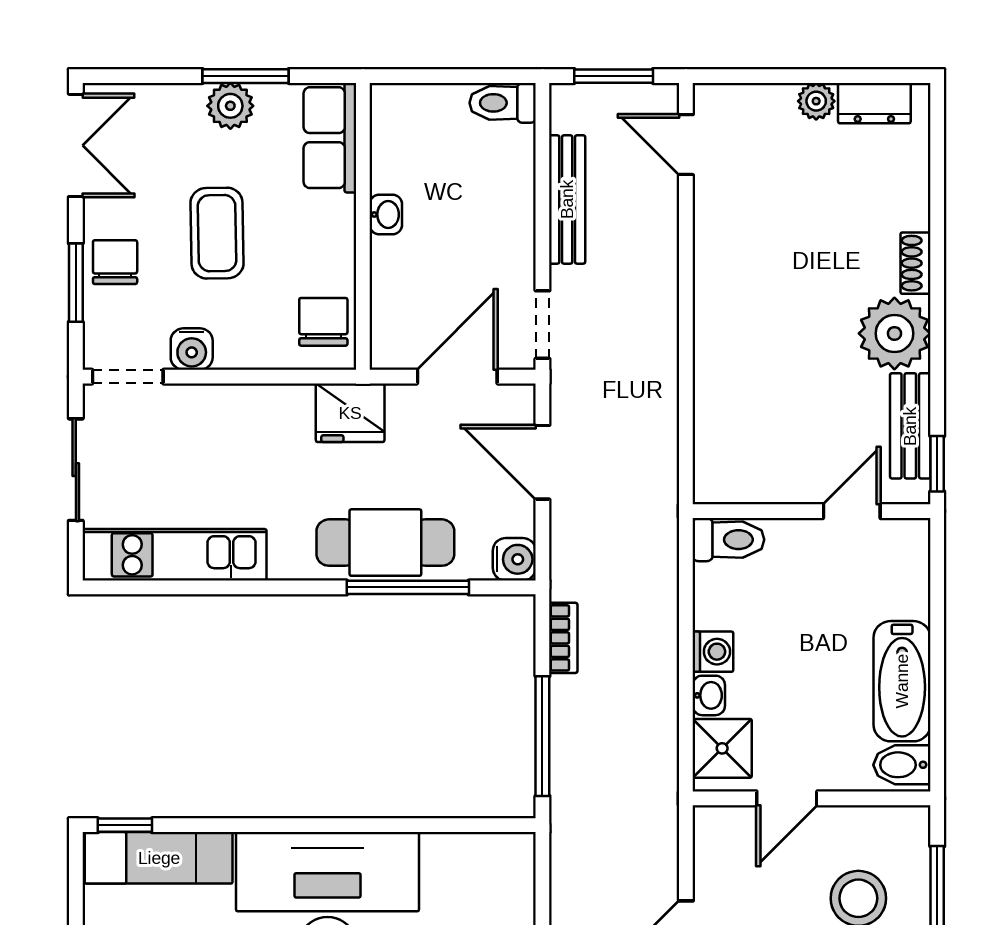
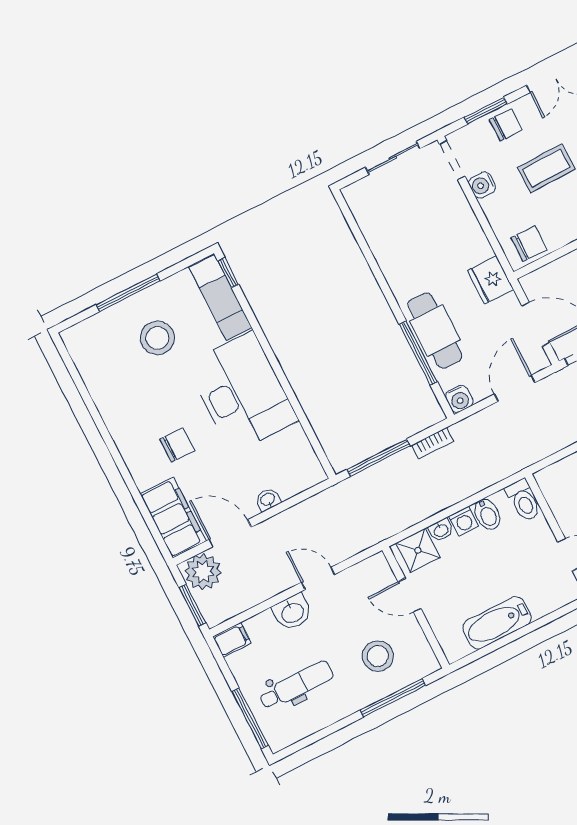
kitchen unit: (175, 555) -> (375, 229), removed
bidet: (902, 765) -> (487, 514), moved, turned 180

